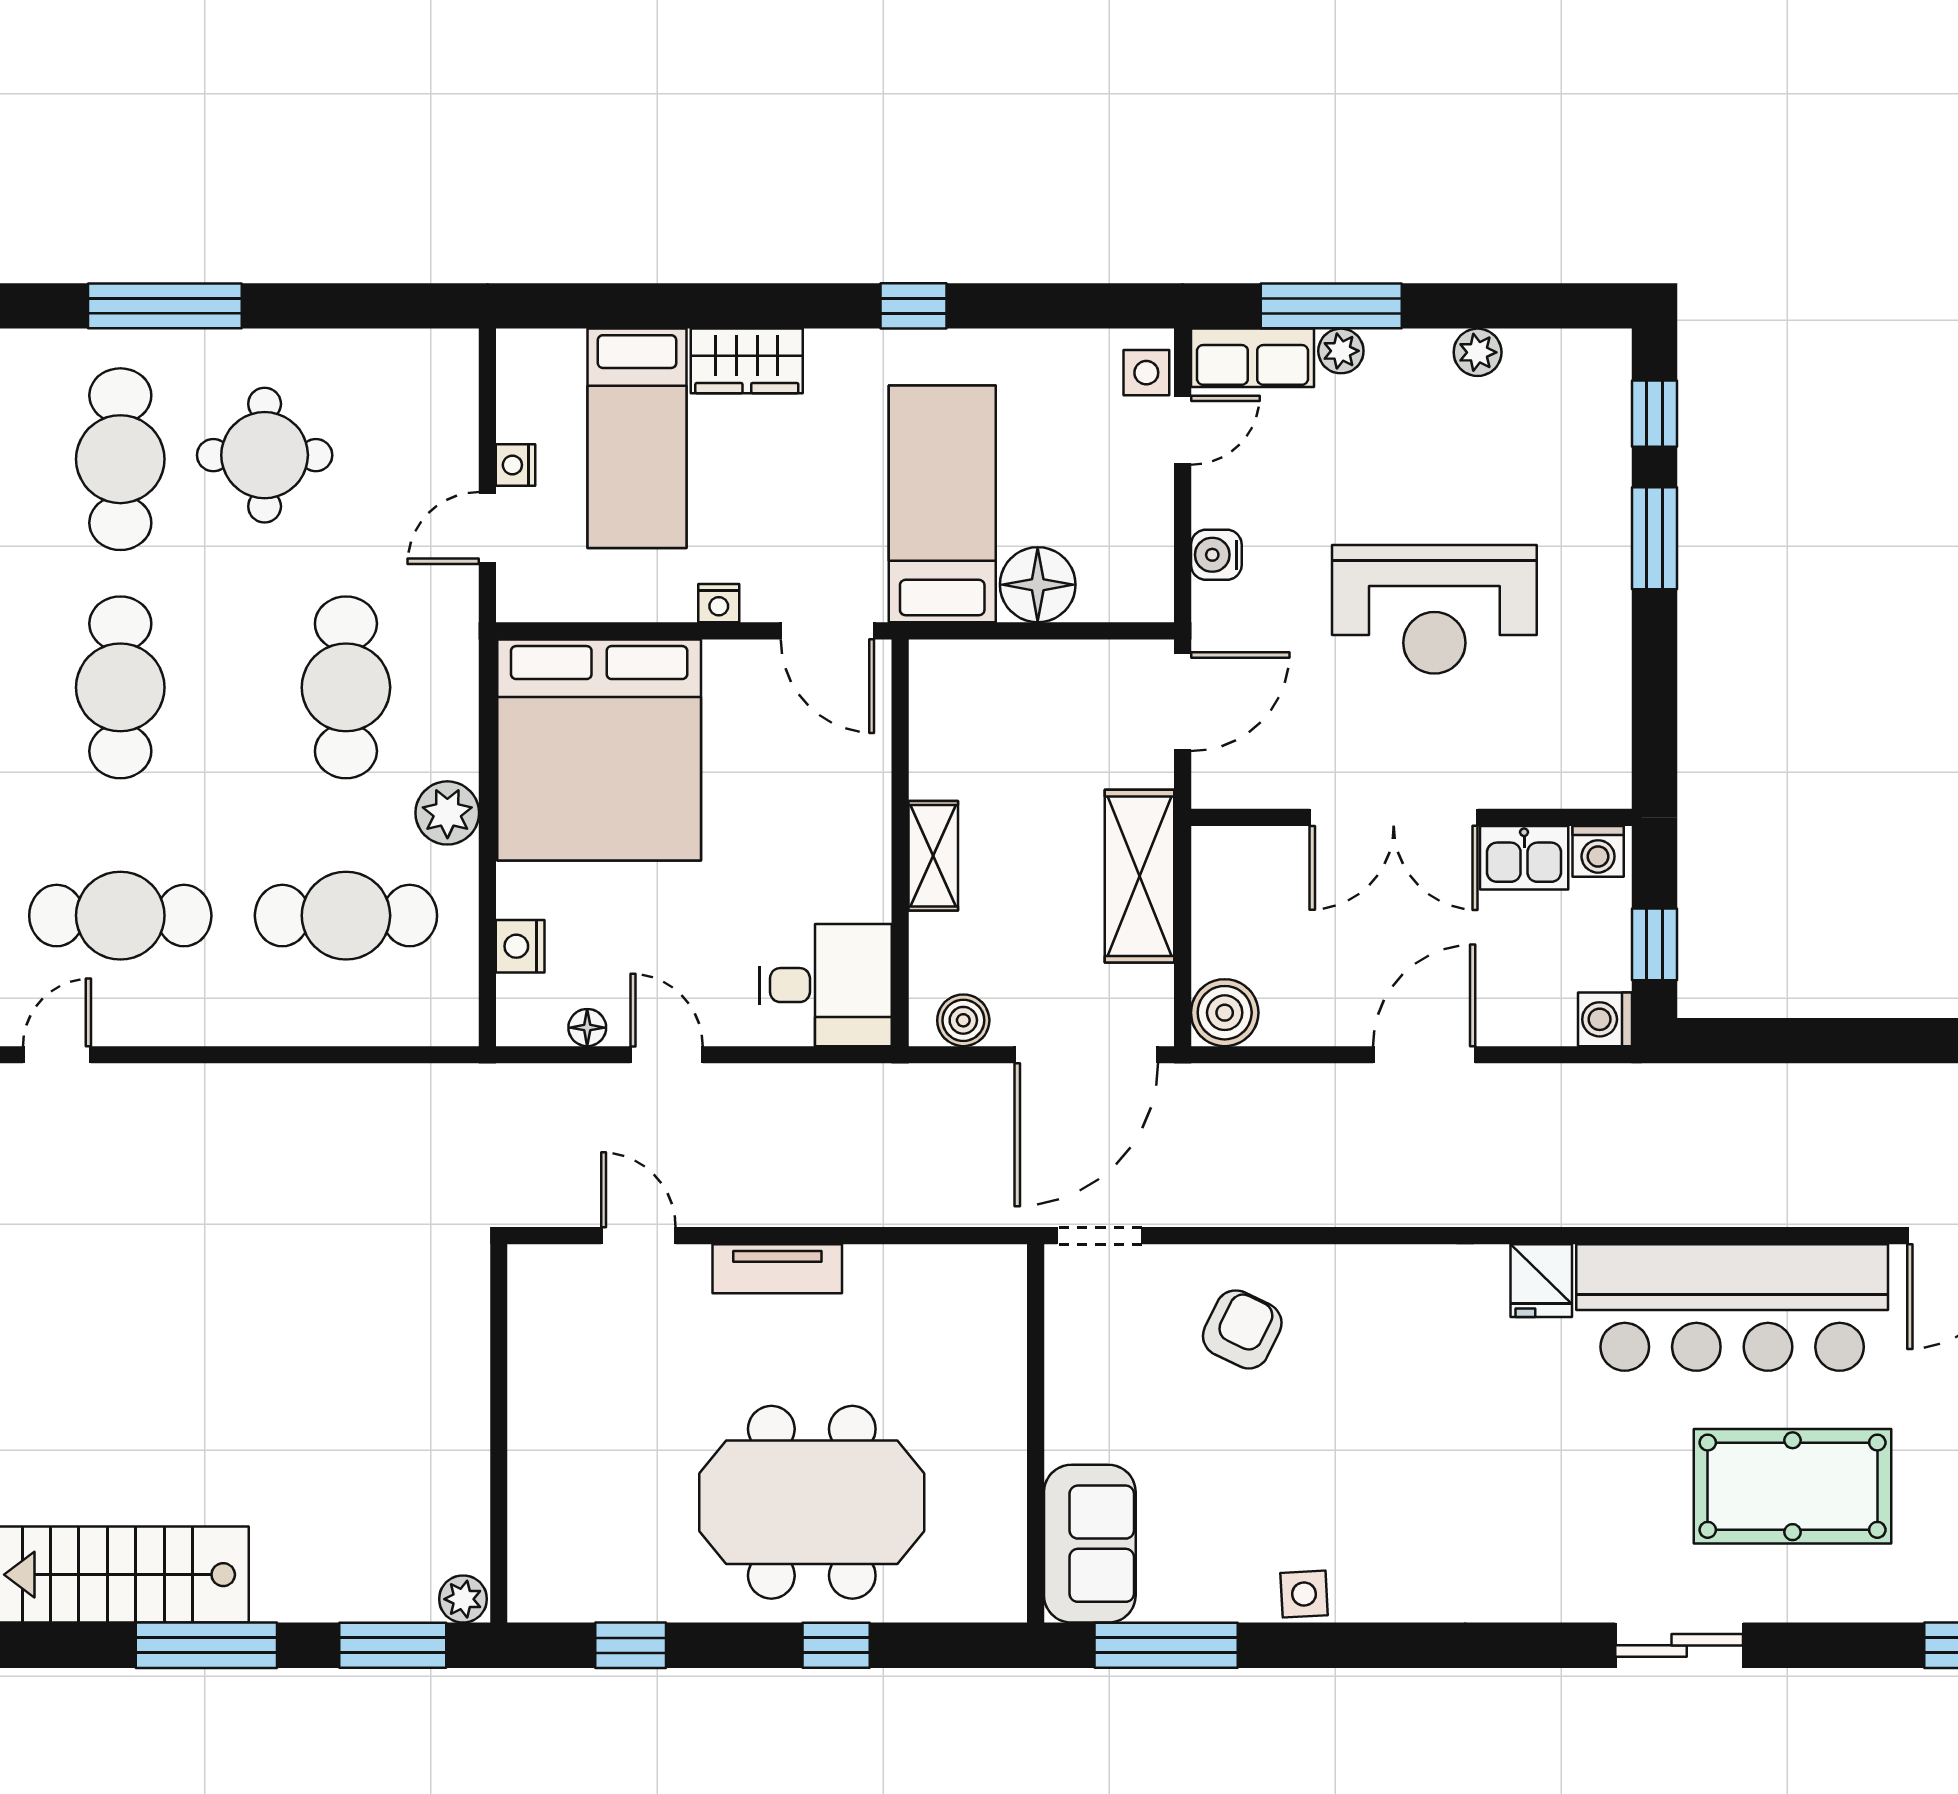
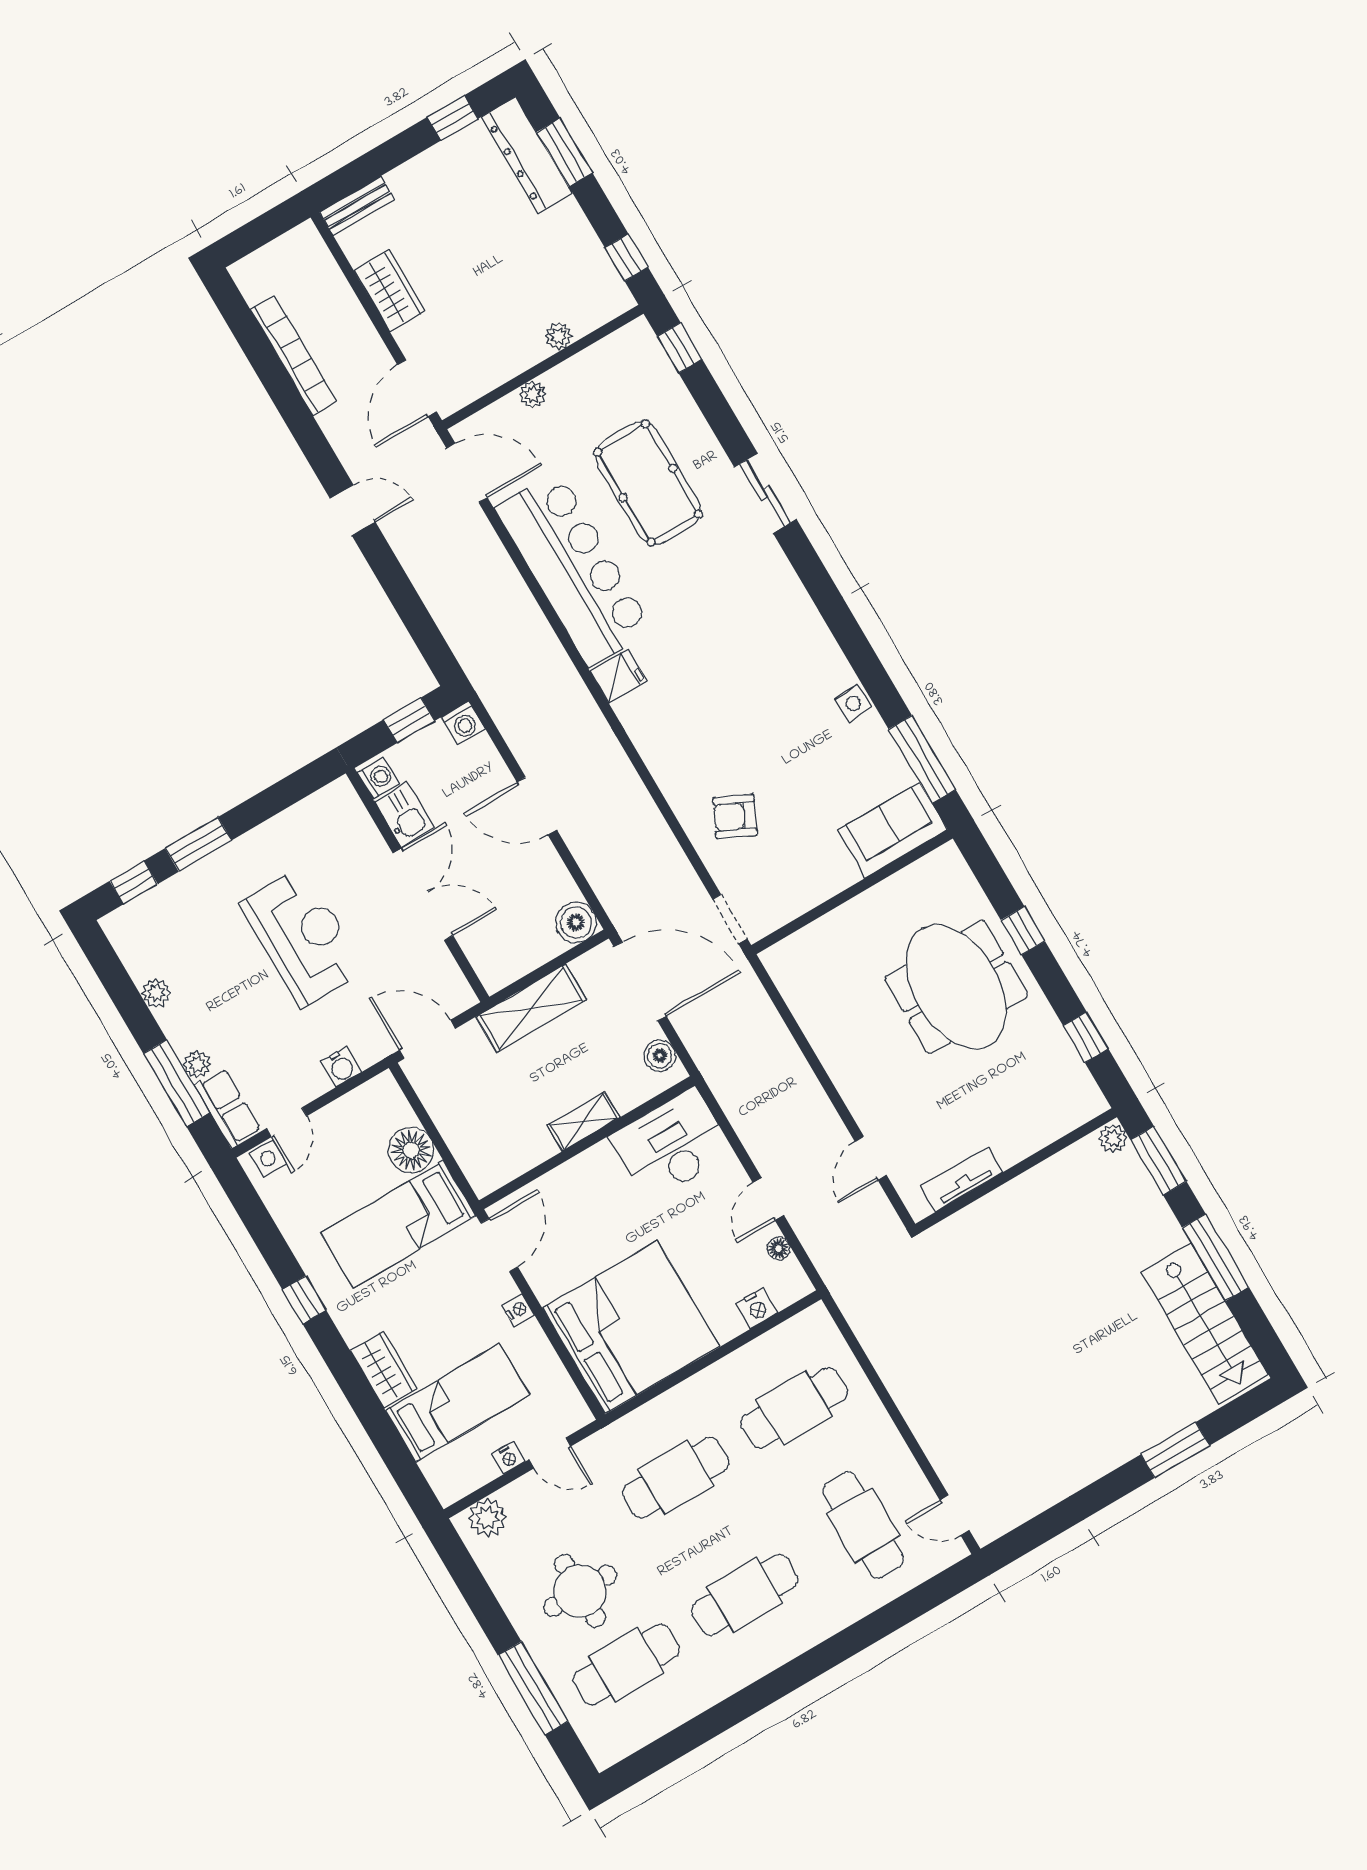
door: (1183, 430) -> (287, 1122), swing flipped
plant: (447, 813) -> (487, 1518), moved
cafe table: (346, 916) -> (794, 1408), turned 90
desk: (826, 985) -> (672, 1145), width x1.37
tv unit: (777, 1269) -> (962, 1179), moved, turned -90

